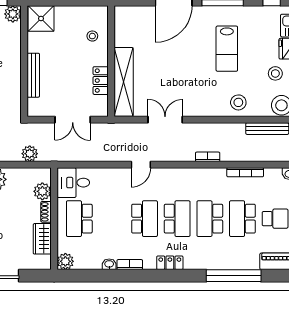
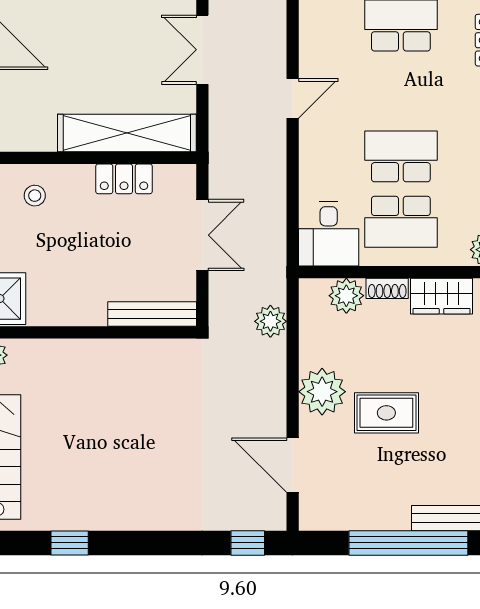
bench: (33, 75) -> (152, 314), moved
door: (141, 165) -> (293, 98), hinge flipped
school desk: (145, 219) -> (401, 156), moved

